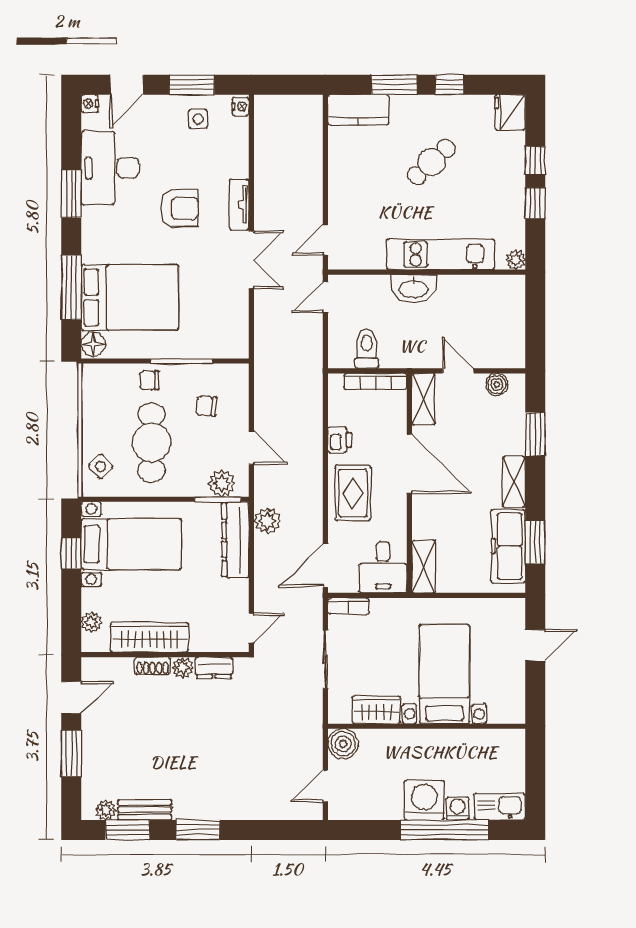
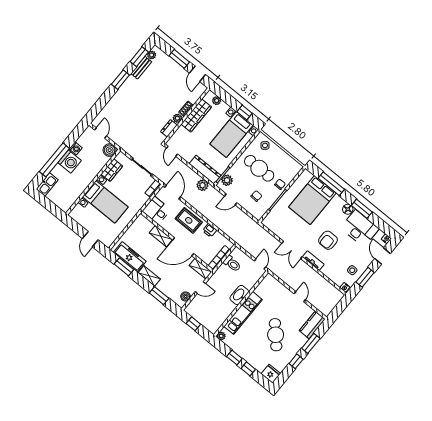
cafe table: (432, 162) -> (276, 335), width x1.37, depth x1.35
door: (325, 240) -> (300, 297), moved
window: (535, 329) -> (193, 324), added
floor lamp: (93, 344) -> (348, 209), moved
shelving: (424, 567) -> (161, 236), moved
washing machine: (458, 809) -> (76, 148), moved

